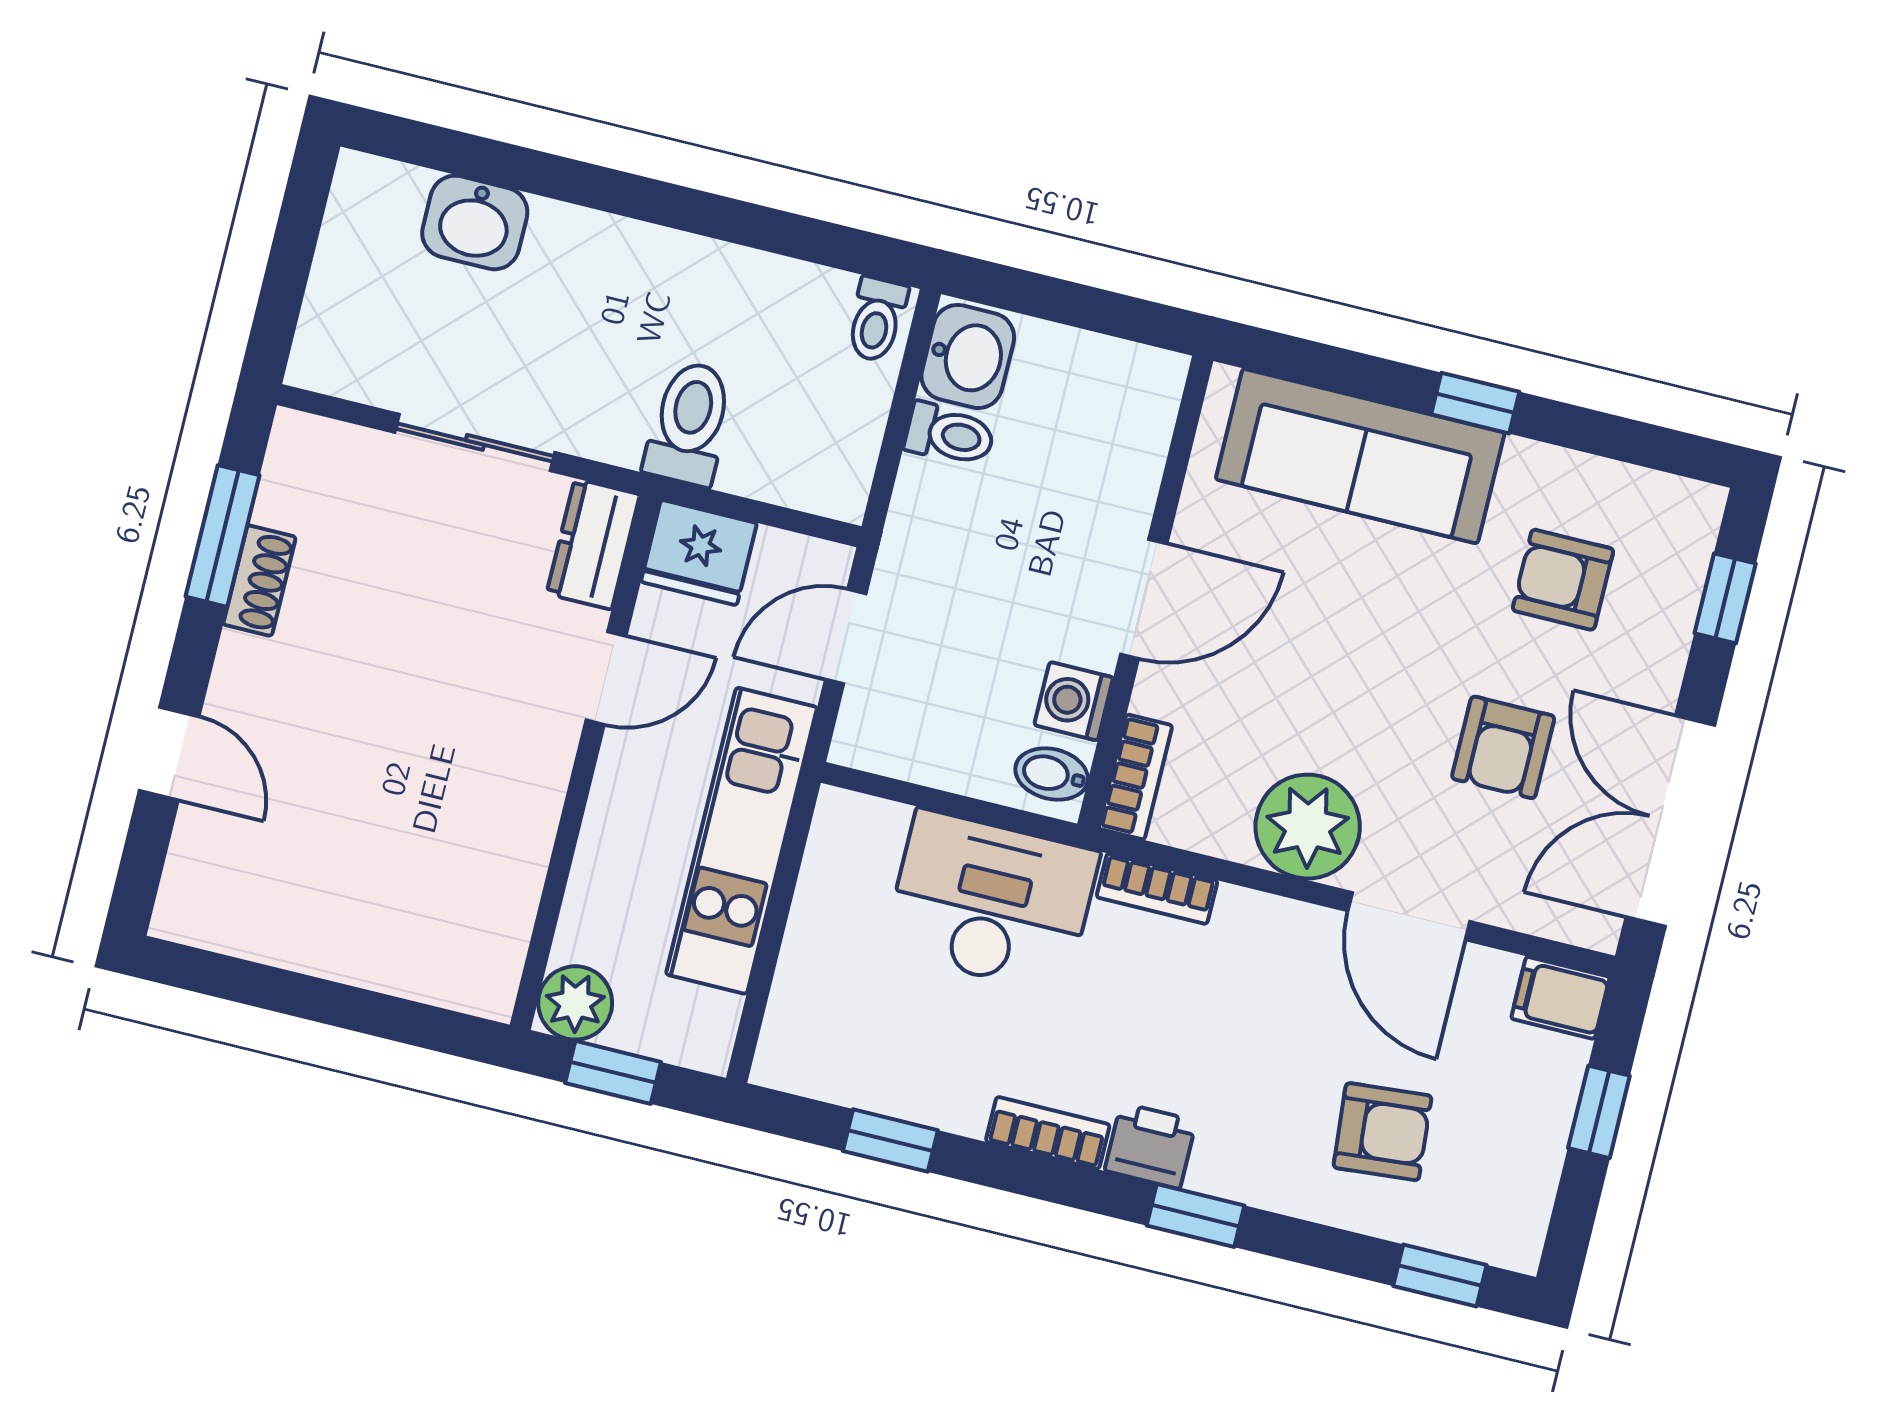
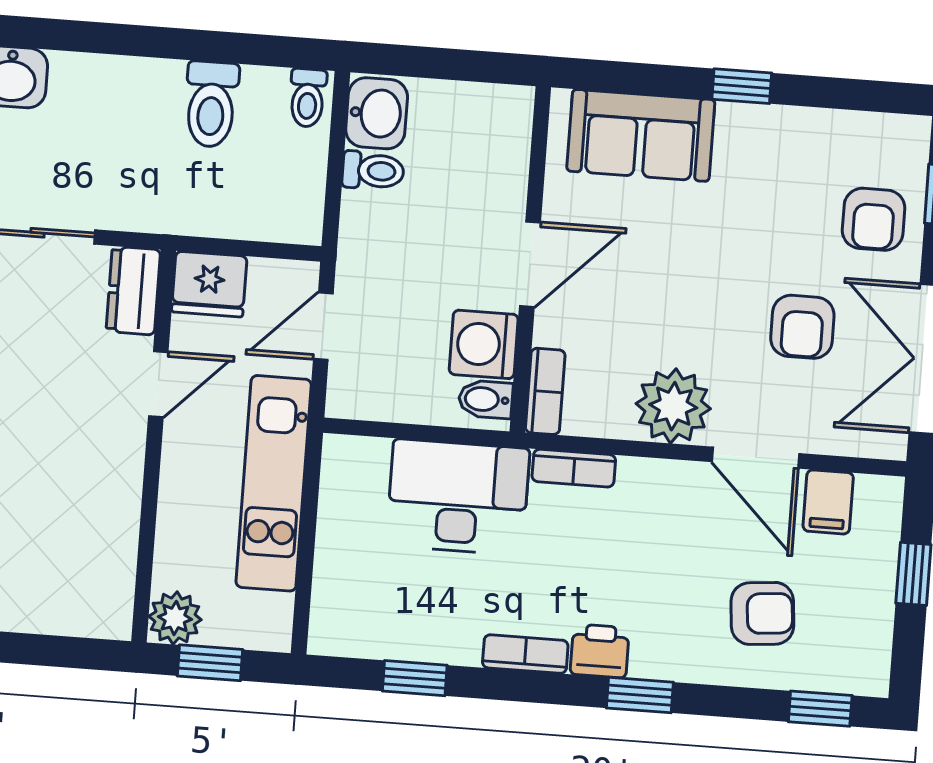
toilet: (689, 423) -> (211, 104), moved, turned 180
sofa: (1360, 456) -> (641, 135), width x0.73
armchair: (1563, 580) -> (874, 219), moved, turned -90
washing machine: (1074, 701) -> (484, 344), width x1.38, depth x1.38
filing cabinet: (1560, 998) -> (828, 502), moved, turned -90

